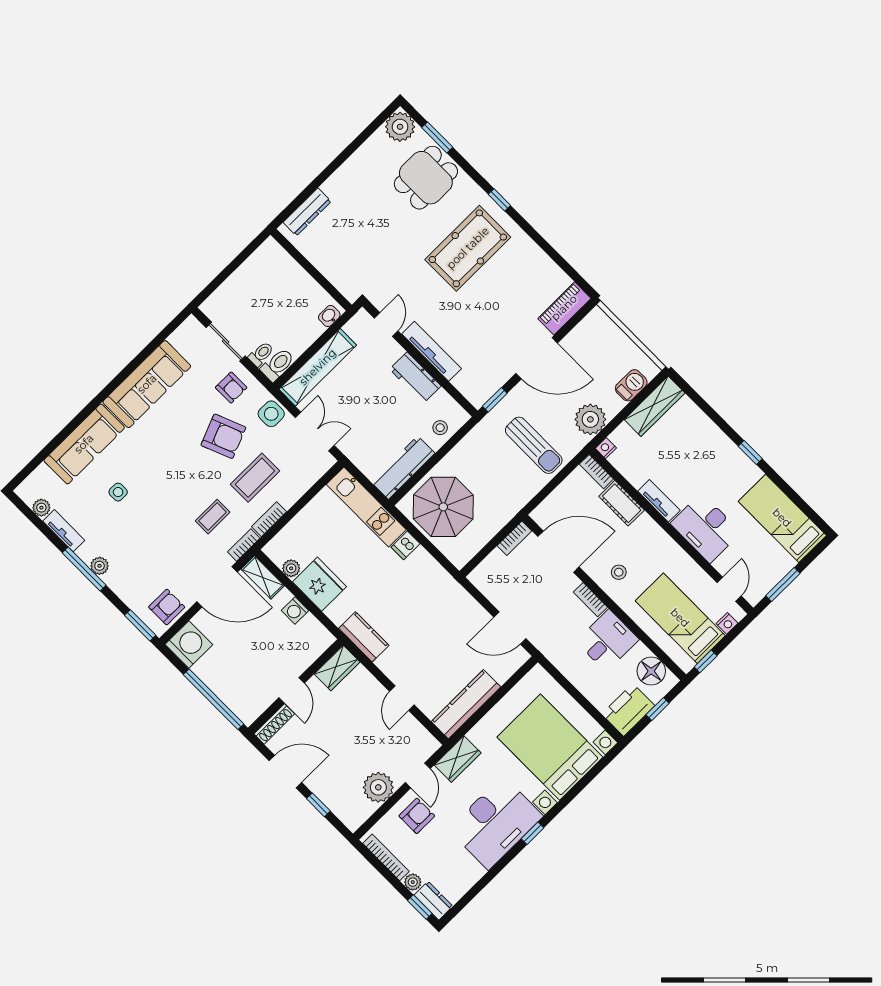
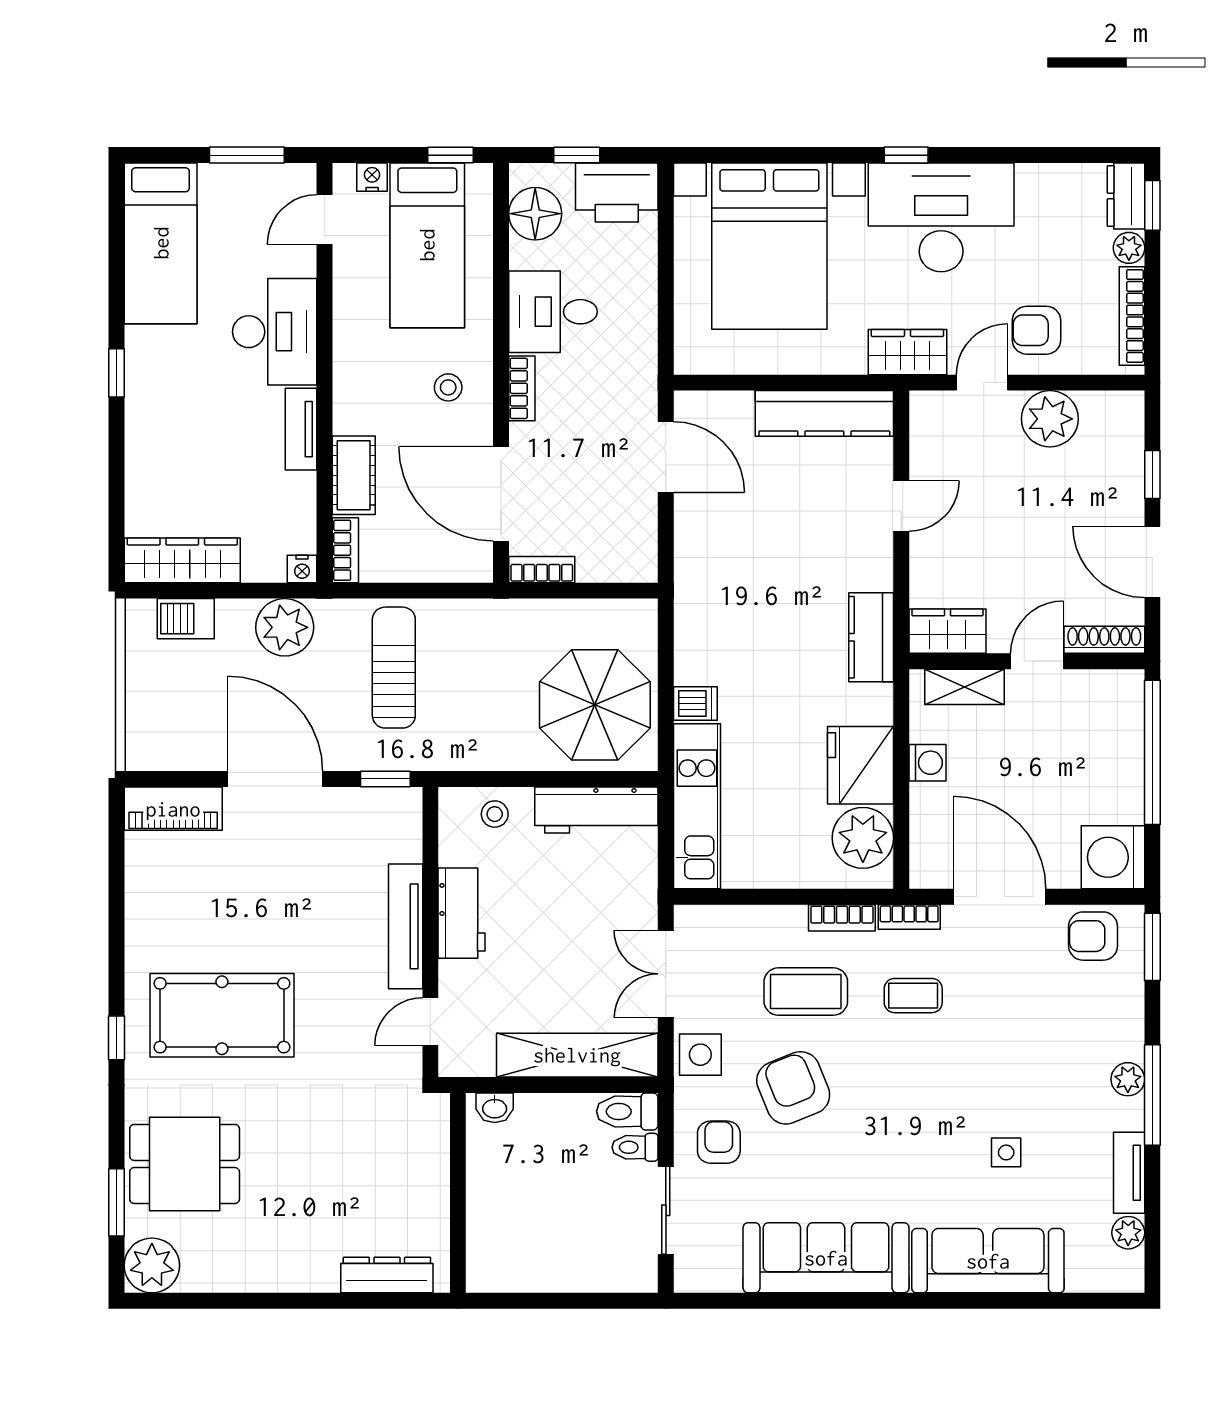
plant: (291, 568) -> (863, 838), width x1.87, depth x1.87
shelving: (263, 577) -> (965, 687), moved, turned 90

